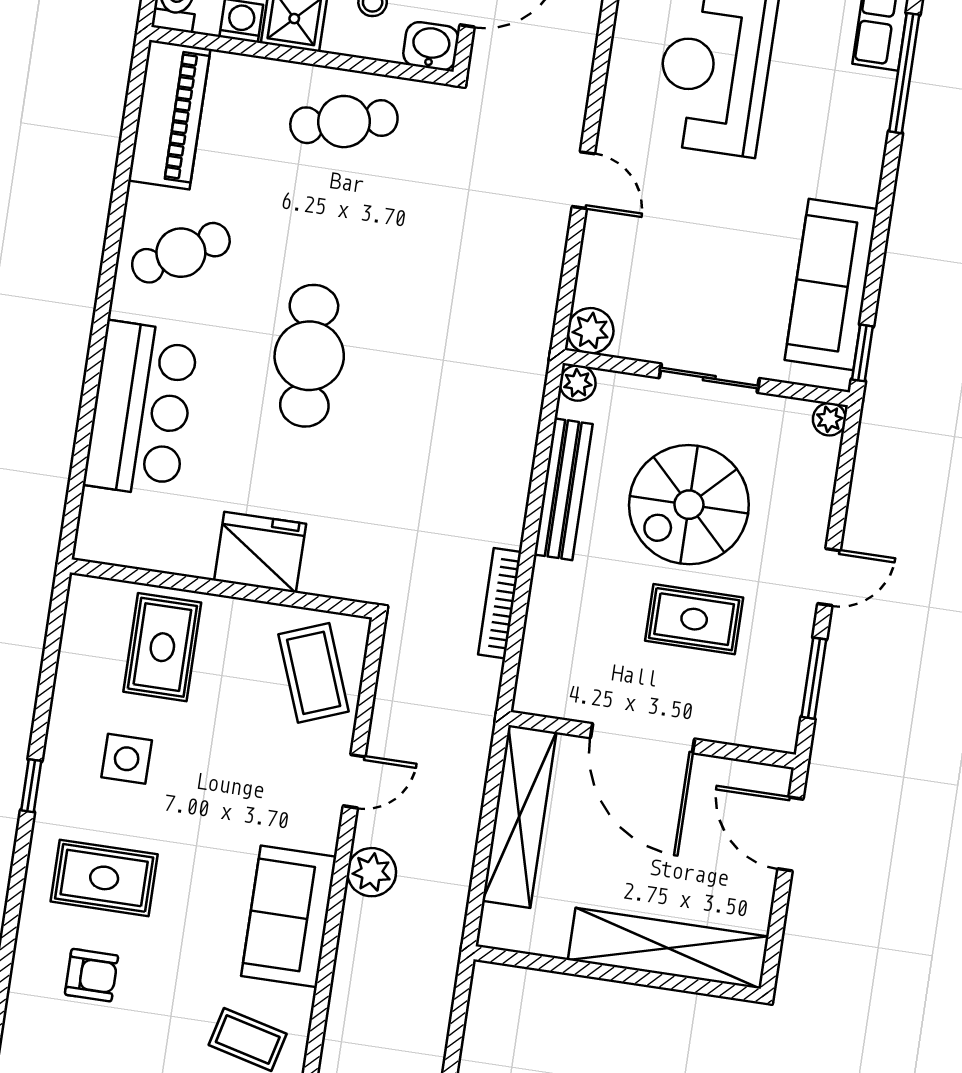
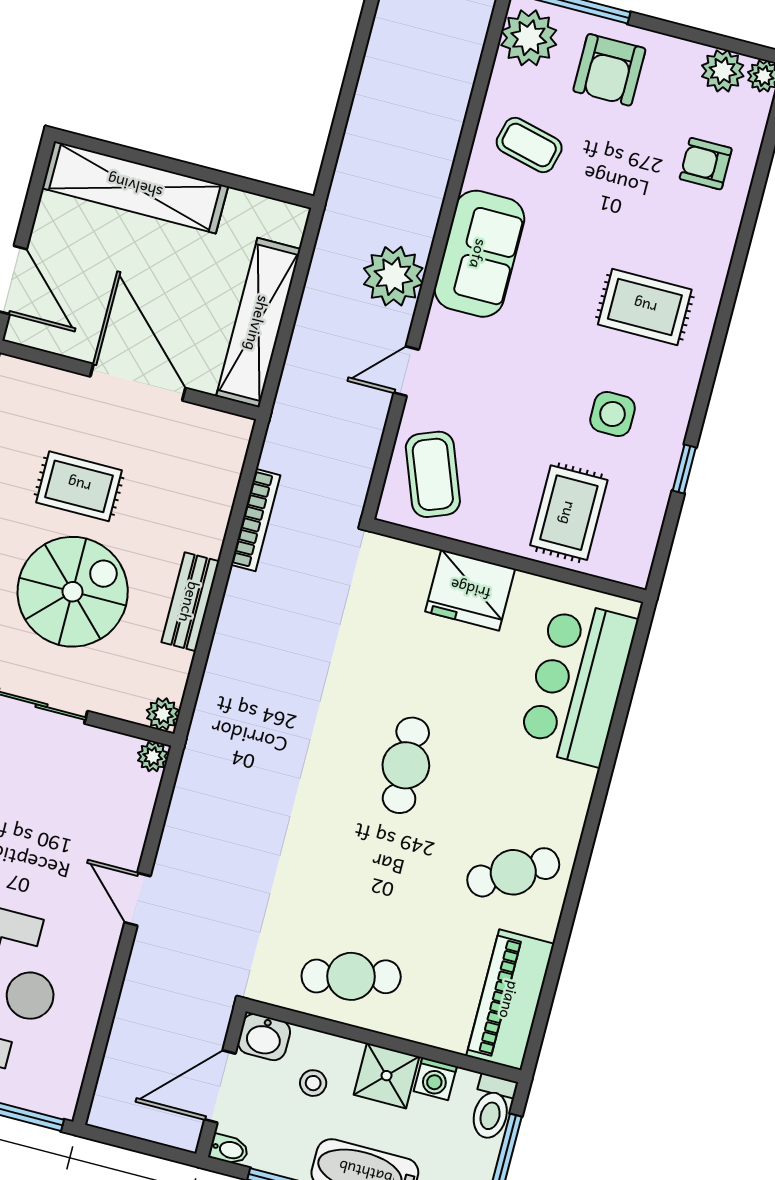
plant: (590, 331) -> (153, 757), width x0.73, depth x0.73
cafe table: (309, 356) -> (406, 765), width x0.73, depth x0.74
bar counter: (141, 409) -> (578, 683), moved
bench: (563, 489) -> (190, 602), width x0.73
window: (31, 786) -> (684, 469), moved
plant: (372, 872) -> (393, 276), width x1.36, depth x1.36
armchair: (92, 975) -> (706, 164), moved

